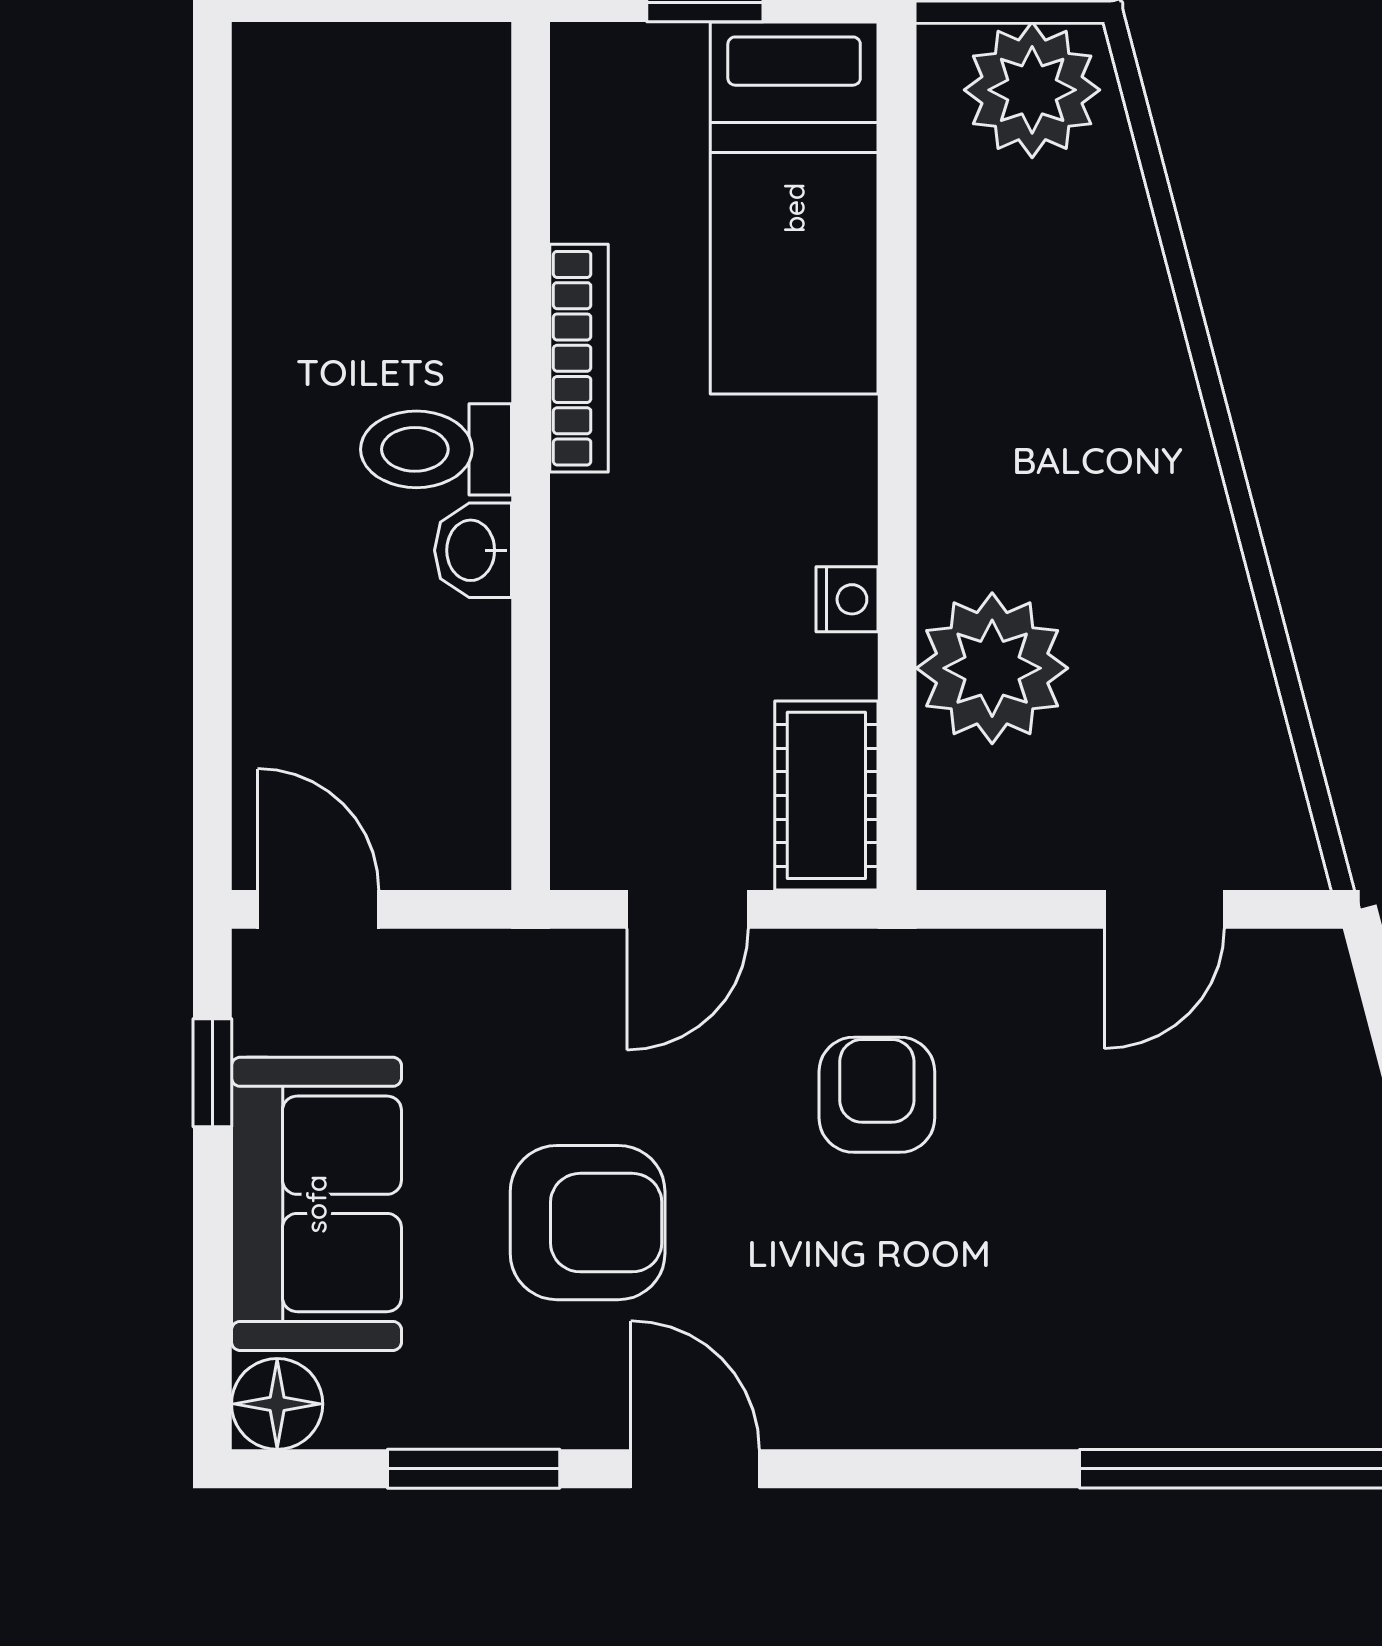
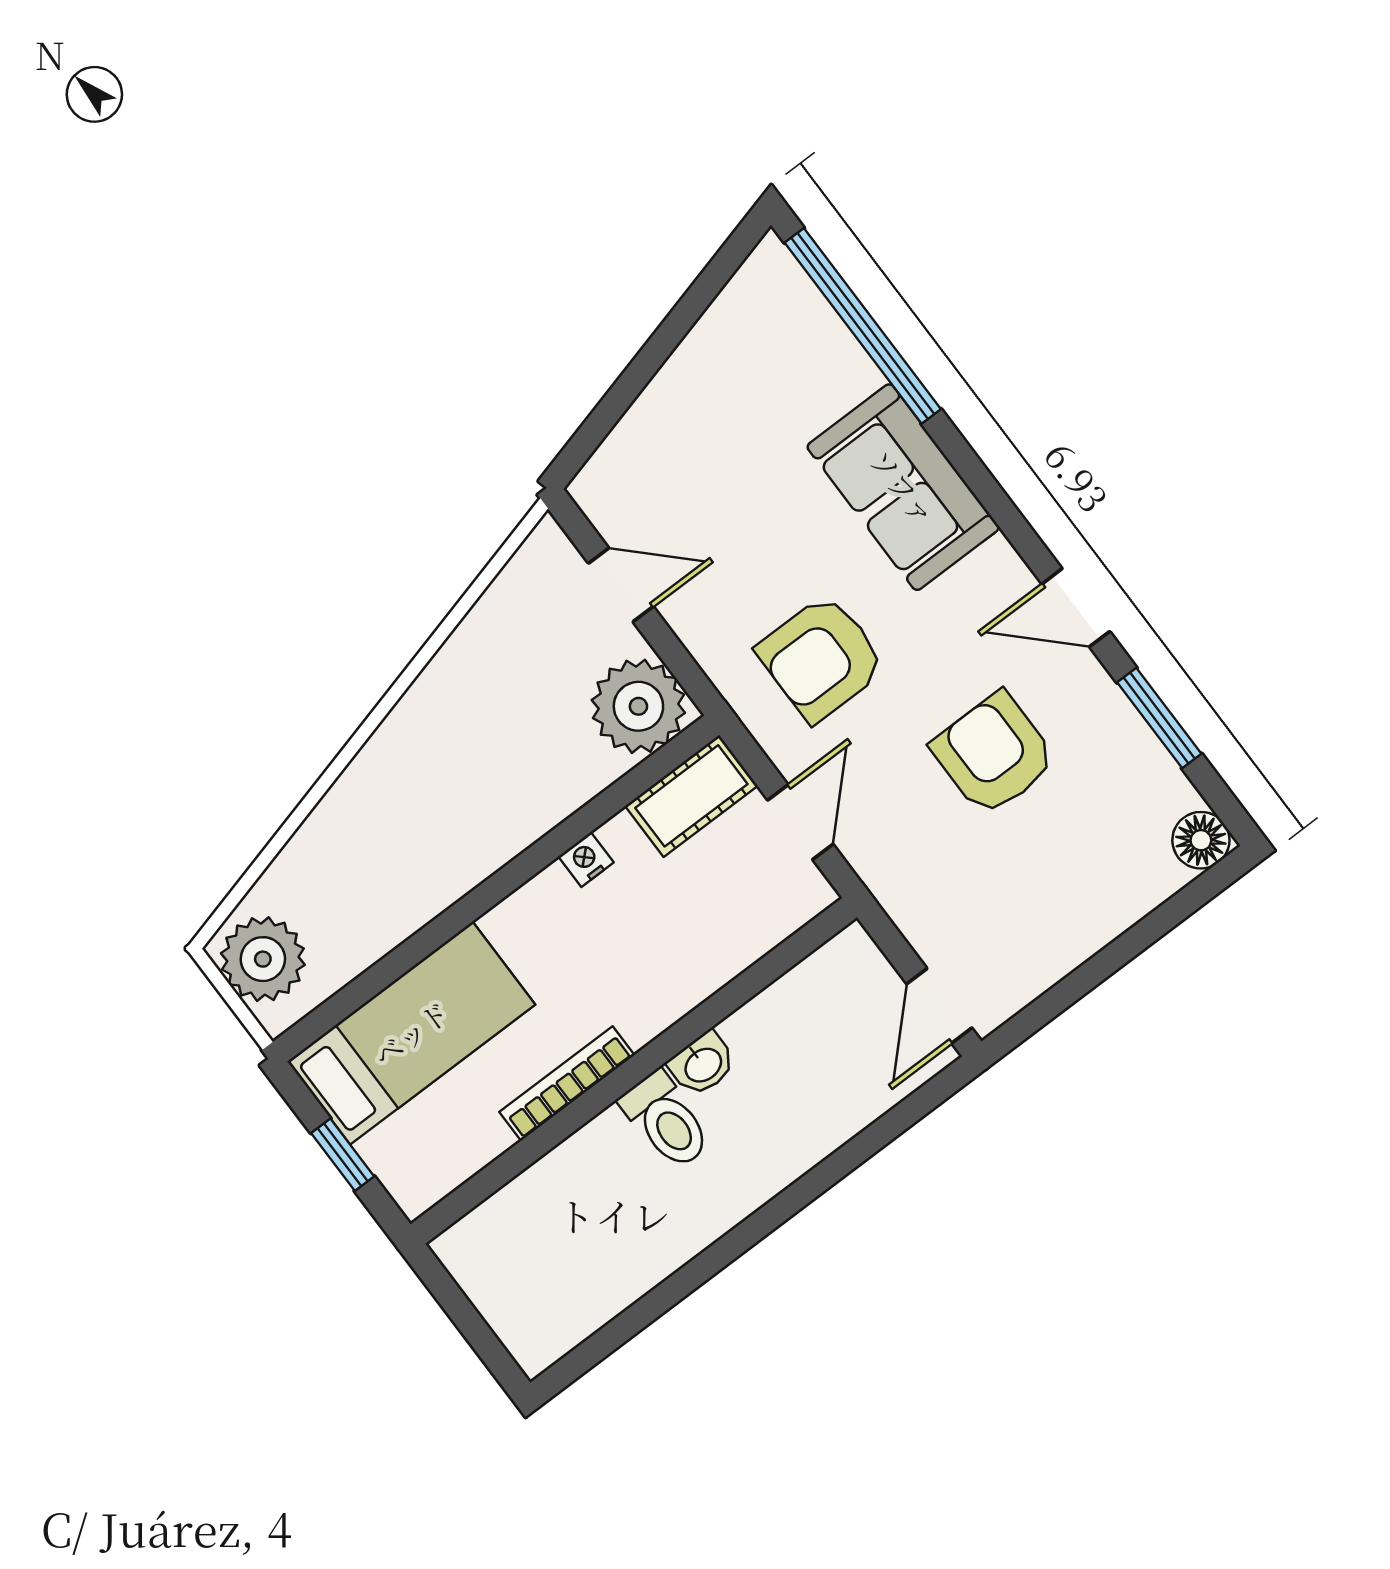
plant: (992, 668) -> (638, 706), moved
door: (688, 909) -> (800, 822), hinge flipped
window: (212, 1073) -> (1060, 997), removed
armchair: (877, 1095) -> (821, 658), width x1.38, depth x1.38
sofa: (316, 1204) -> (903, 487), moved, turned -90
door: (695, 1469) -> (1076, 608), hinge flipped

